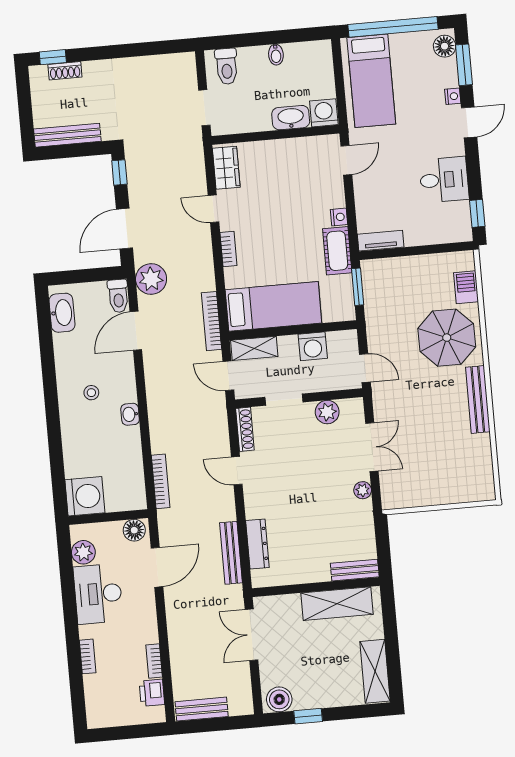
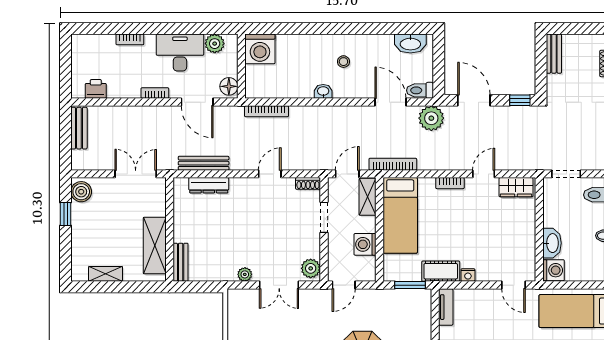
bench: (67, 135) -> (554, 54), width x0.73
plant: (327, 412) -> (311, 268), moved
shoe rack: (245, 429) -> (308, 183), width x0.70
bookcase: (154, 661) -> (155, 93), moved
shelving: (375, 671) -> (106, 274), width x0.67, depth x0.75

